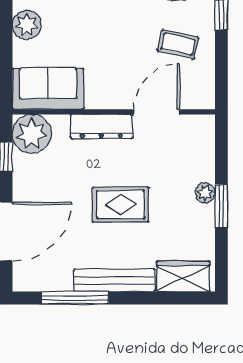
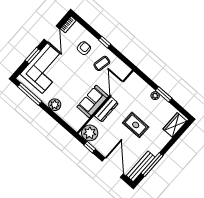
sofa: (48, 89) -> (93, 101), moved
rug: (121, 205) -> (136, 125), turned 90
bench: (114, 280) -> (141, 166), moved

